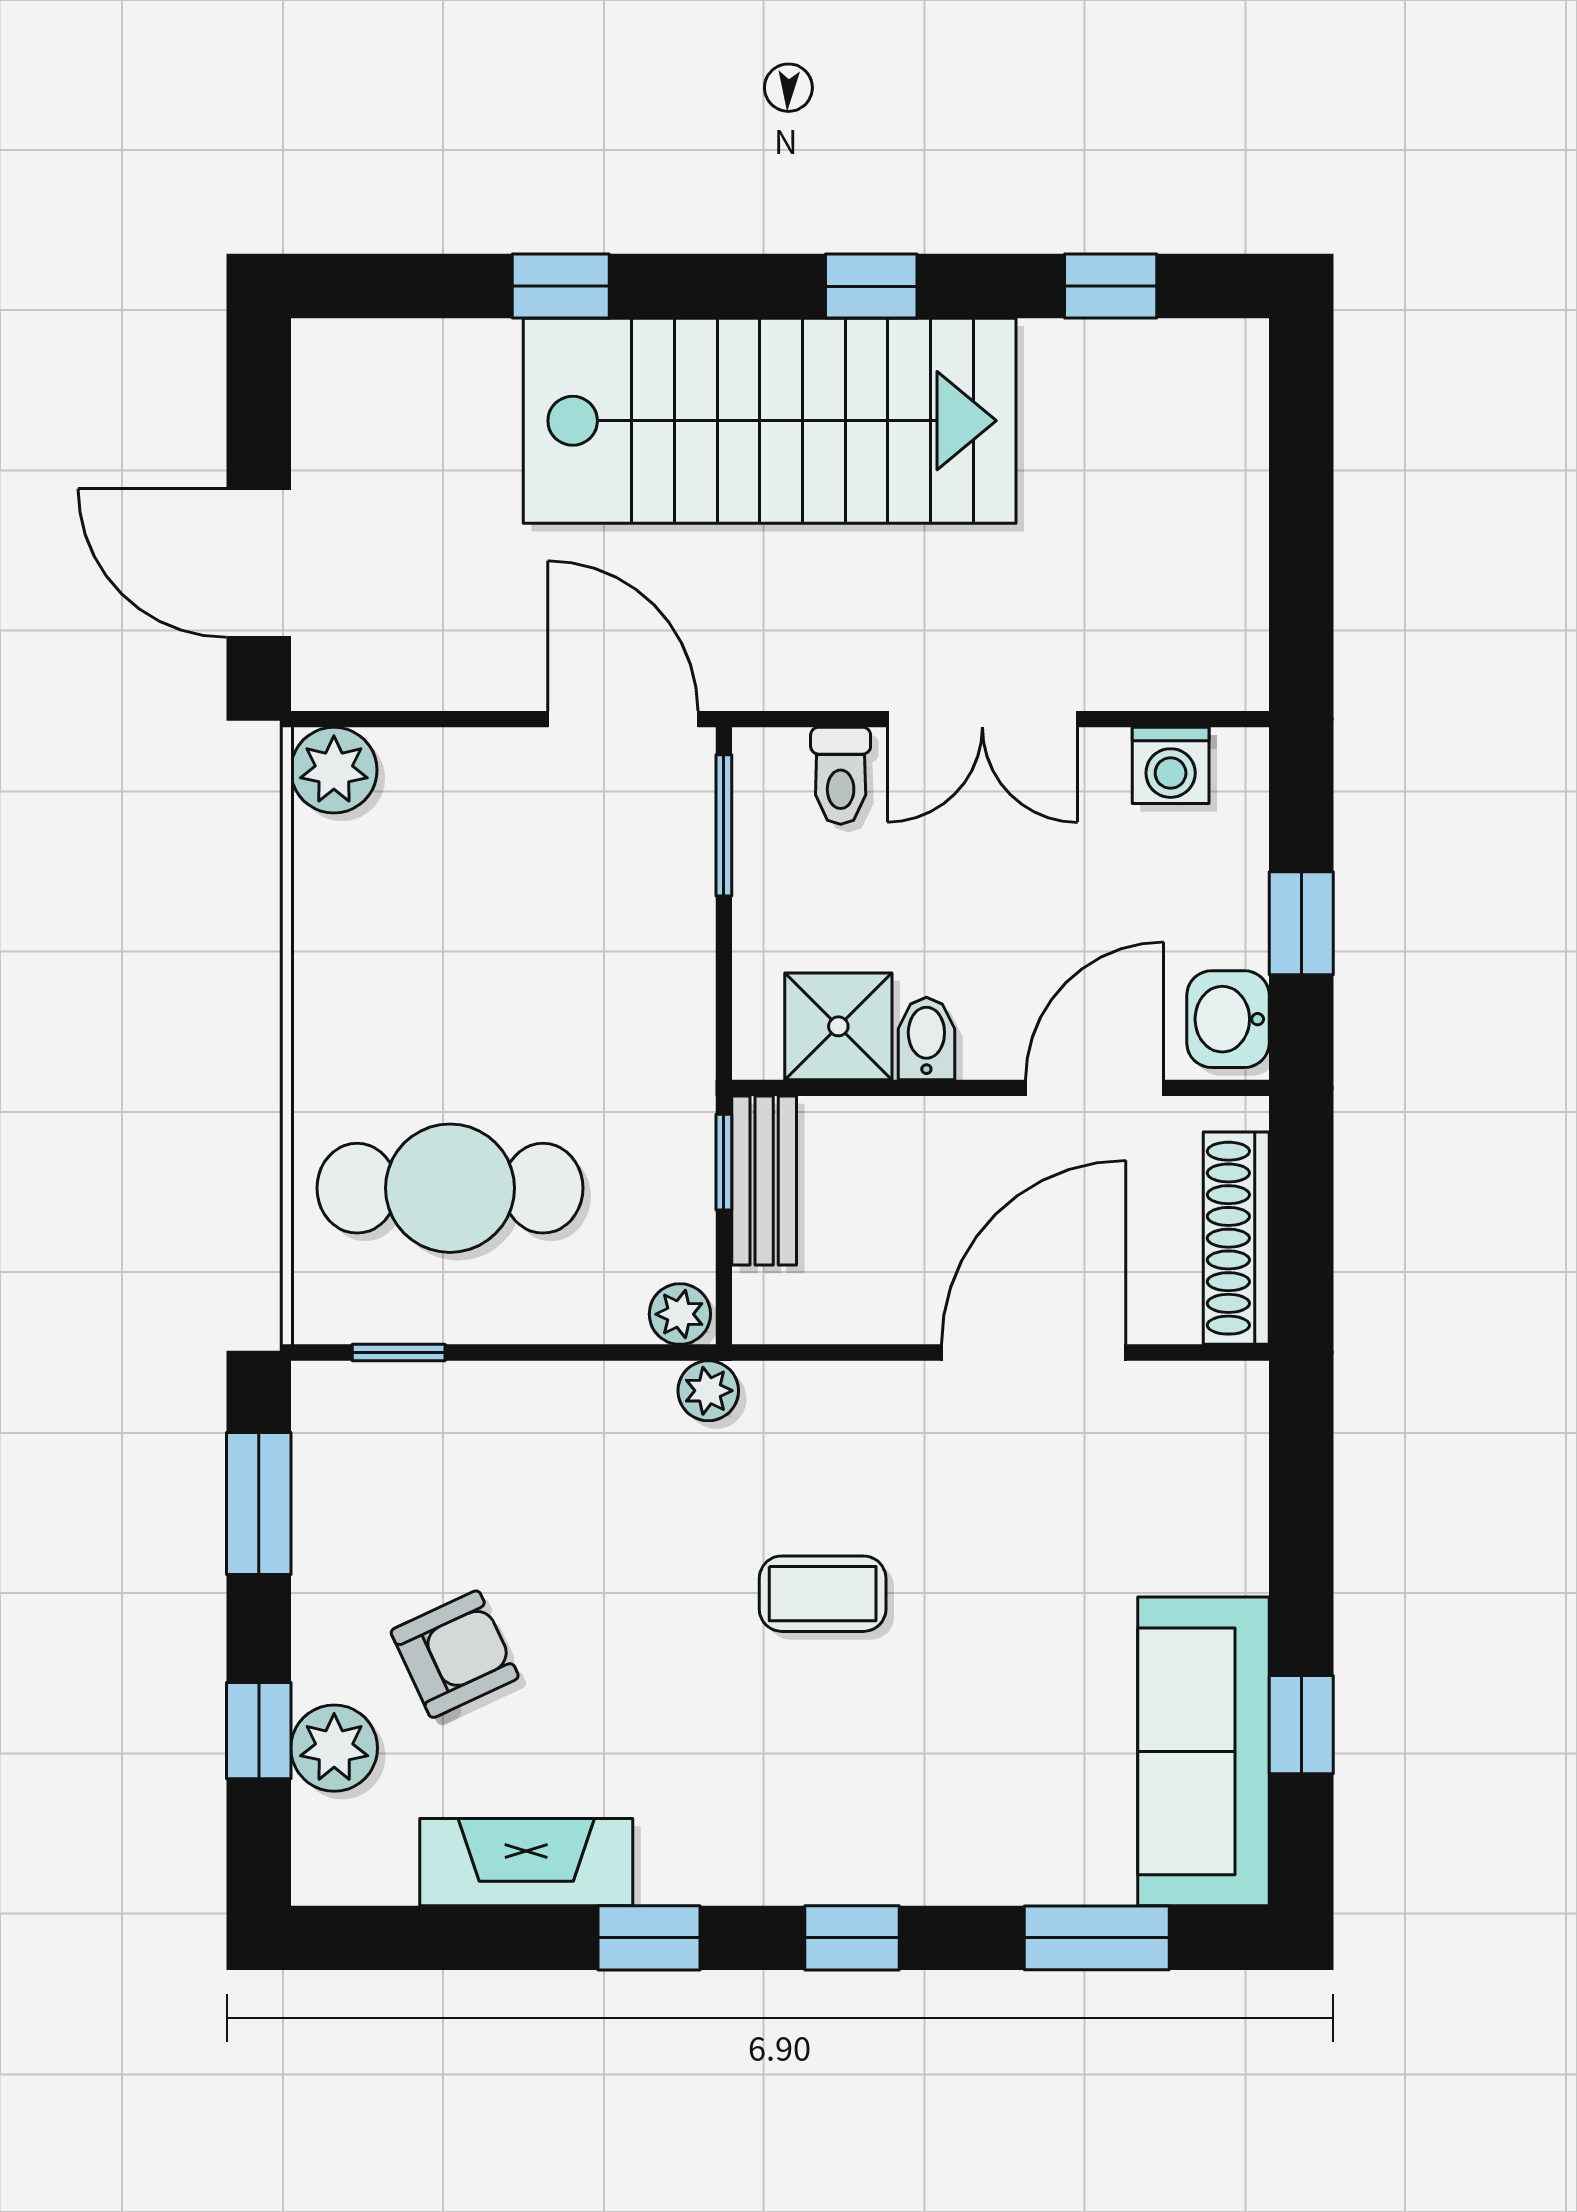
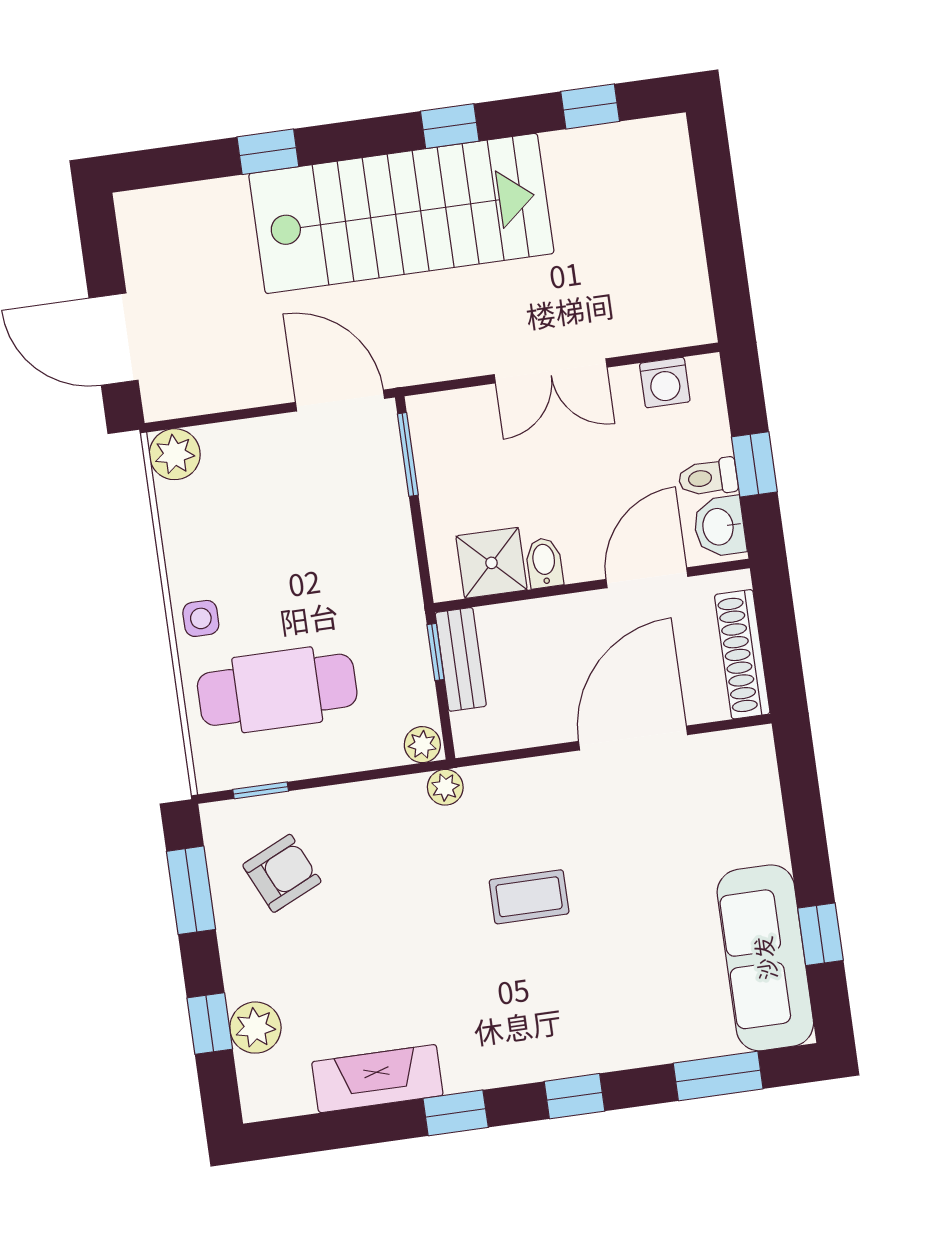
toilet: (841, 776) -> (708, 477), moved, turned 90
side table: (339, 1051) -> (201, 618), added
armchair: (455, 1654) -> (282, 873), moved

